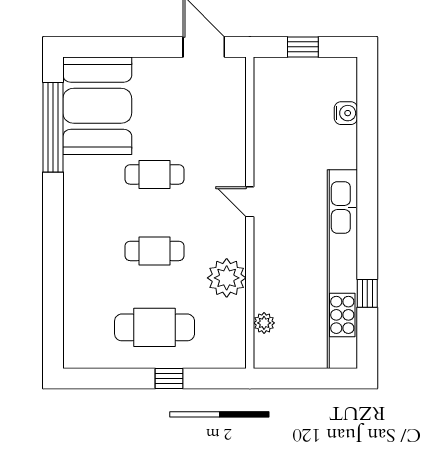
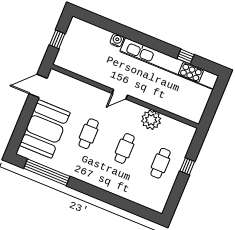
booth: (97, 106) -> (45, 129), moved, turned 90
water cooler: (346, 113) -> (117, 40), moved
plant: (264, 323) -> (180, 111), removed
cafe table: (155, 327) -> (161, 163), width x0.73, depth x0.74

